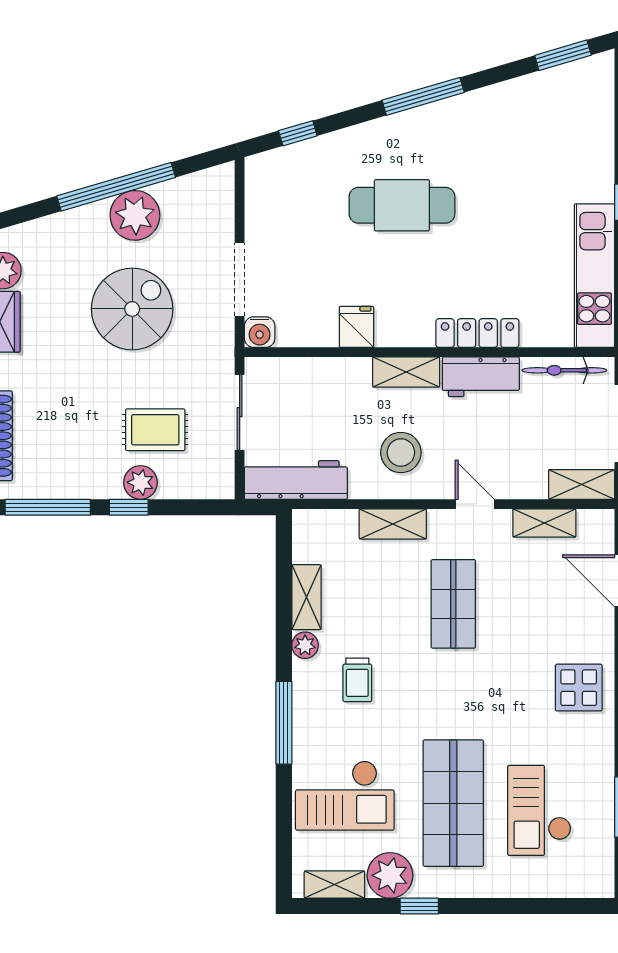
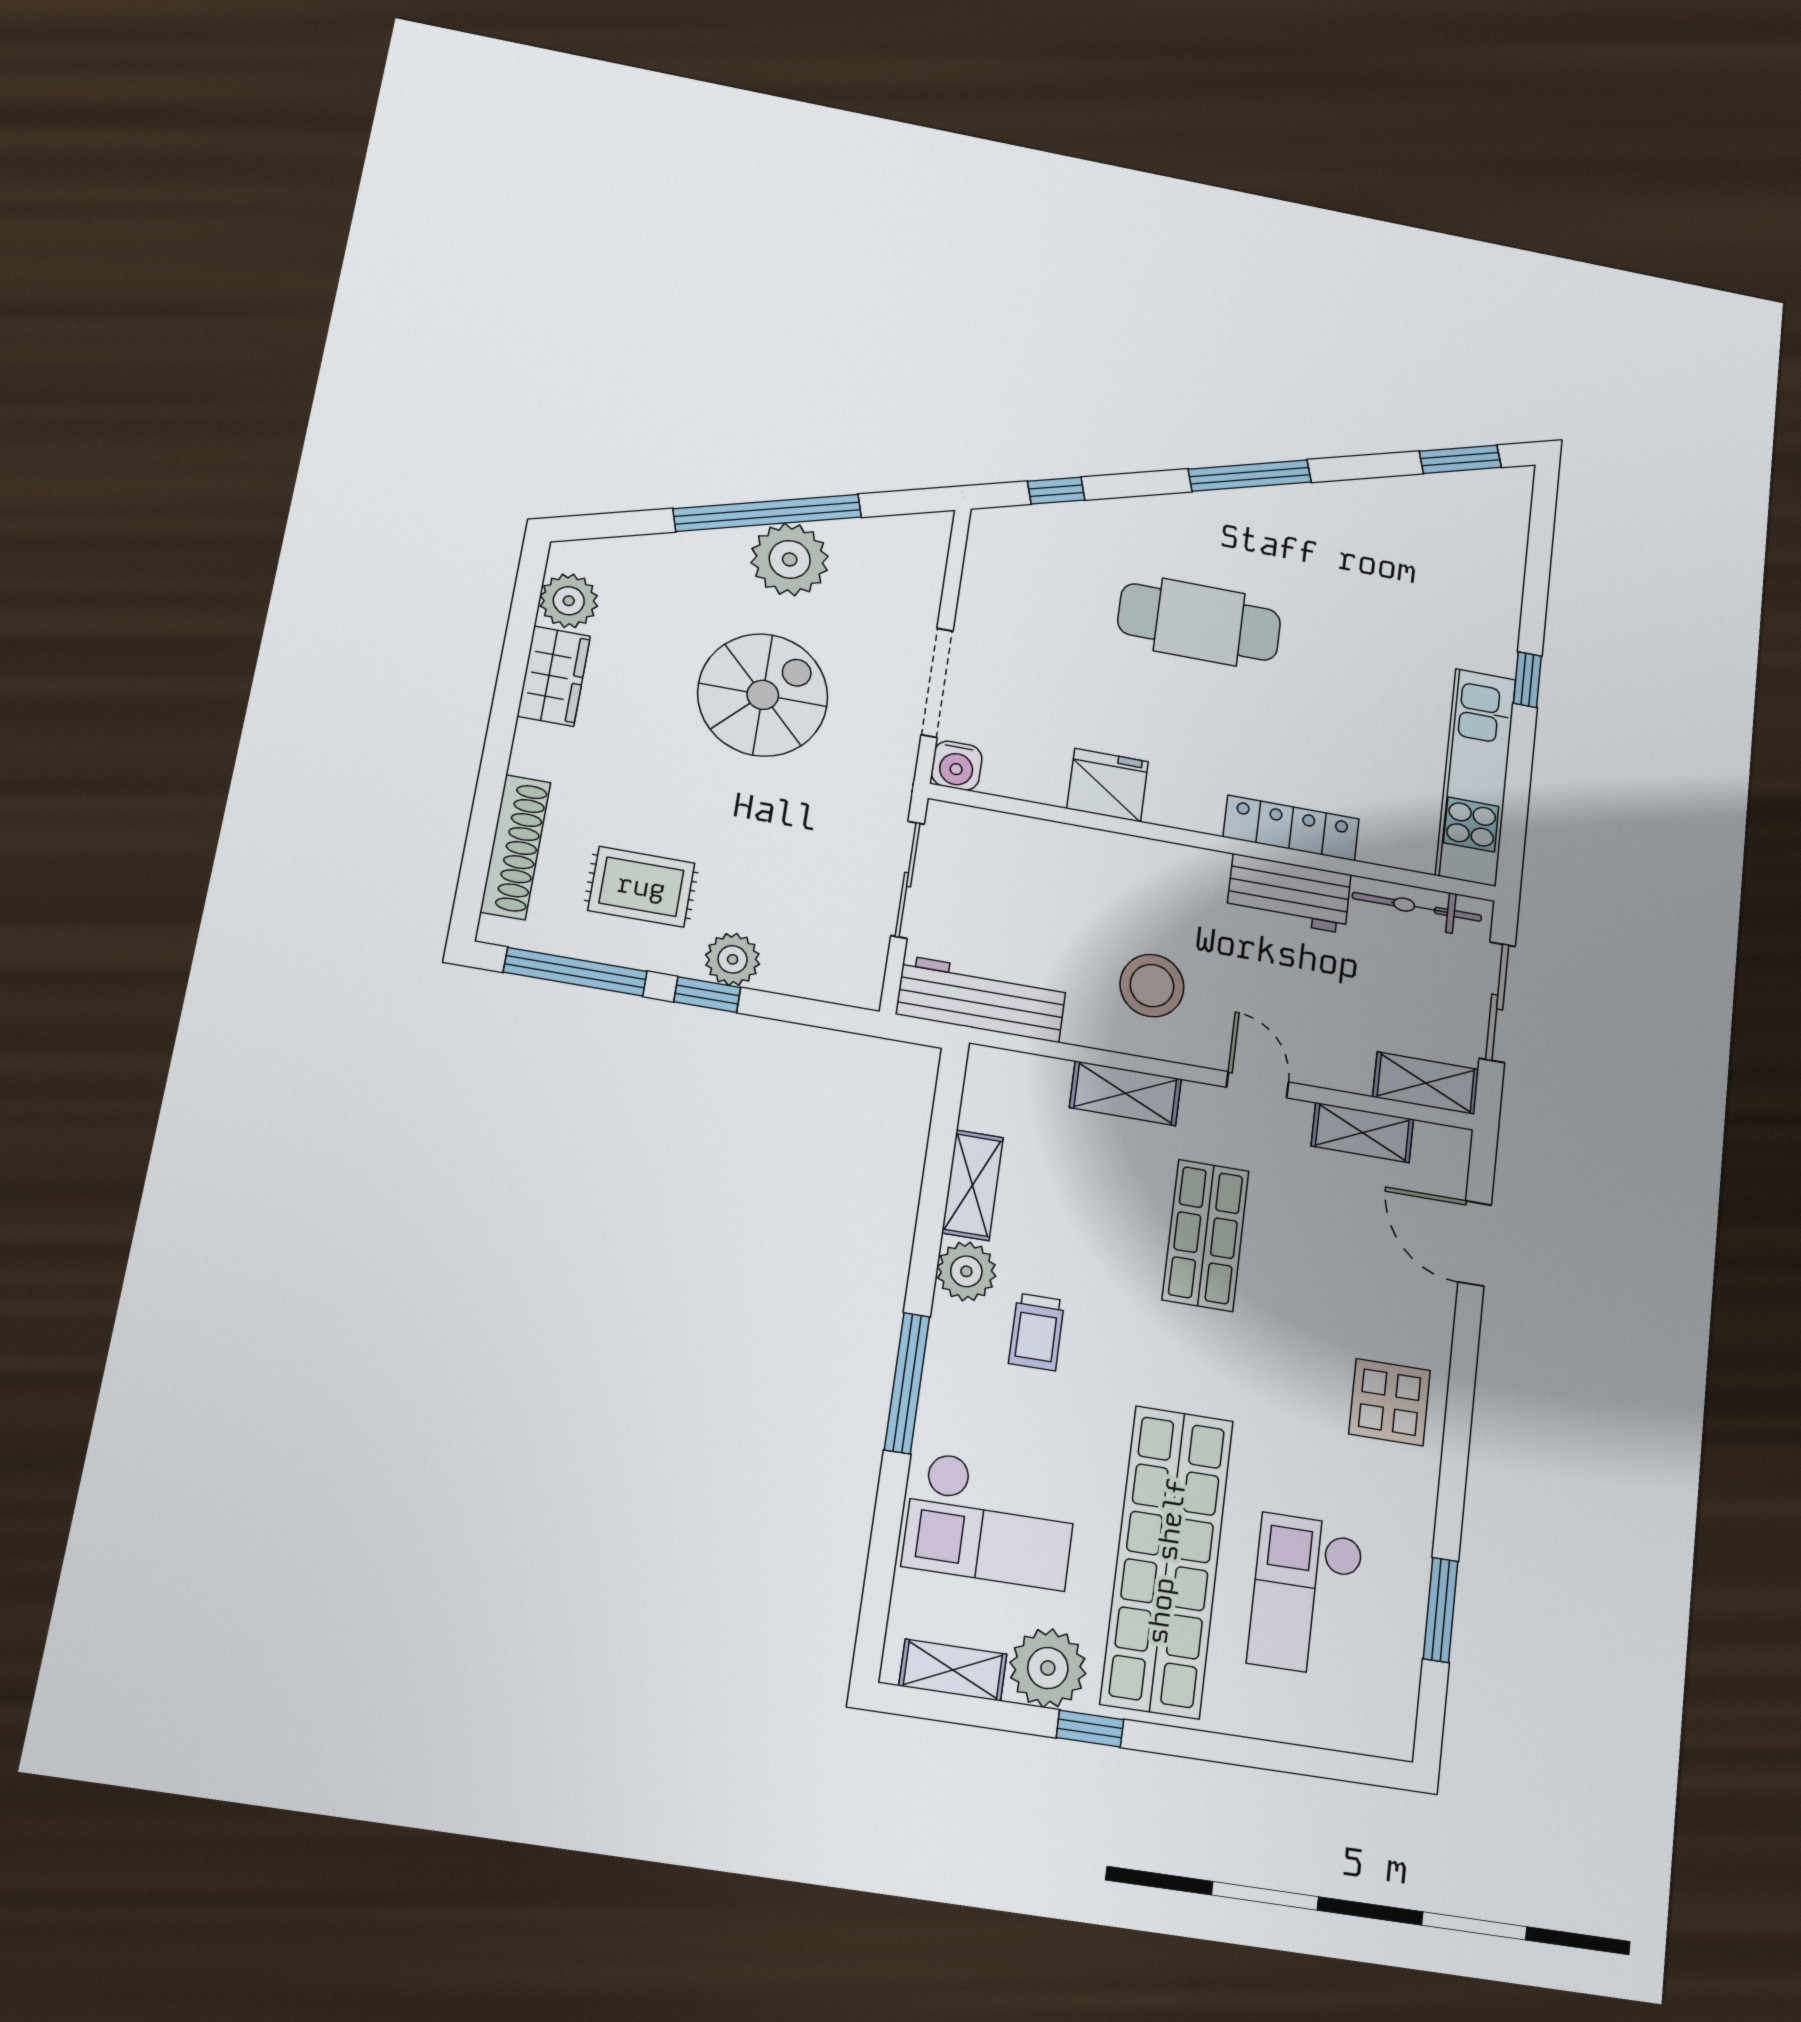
fridge: (357, 327) -> (1108, 785), width x1.38
shelving: (406, 372) -> (1175, 866), removed
rug: (155, 430) -> (641, 887), moved
plant: (305, 645) -> (966, 1271), width x1.38, depth x1.38
shop shelf: (453, 803) -> (1167, 1561), width x1.40

